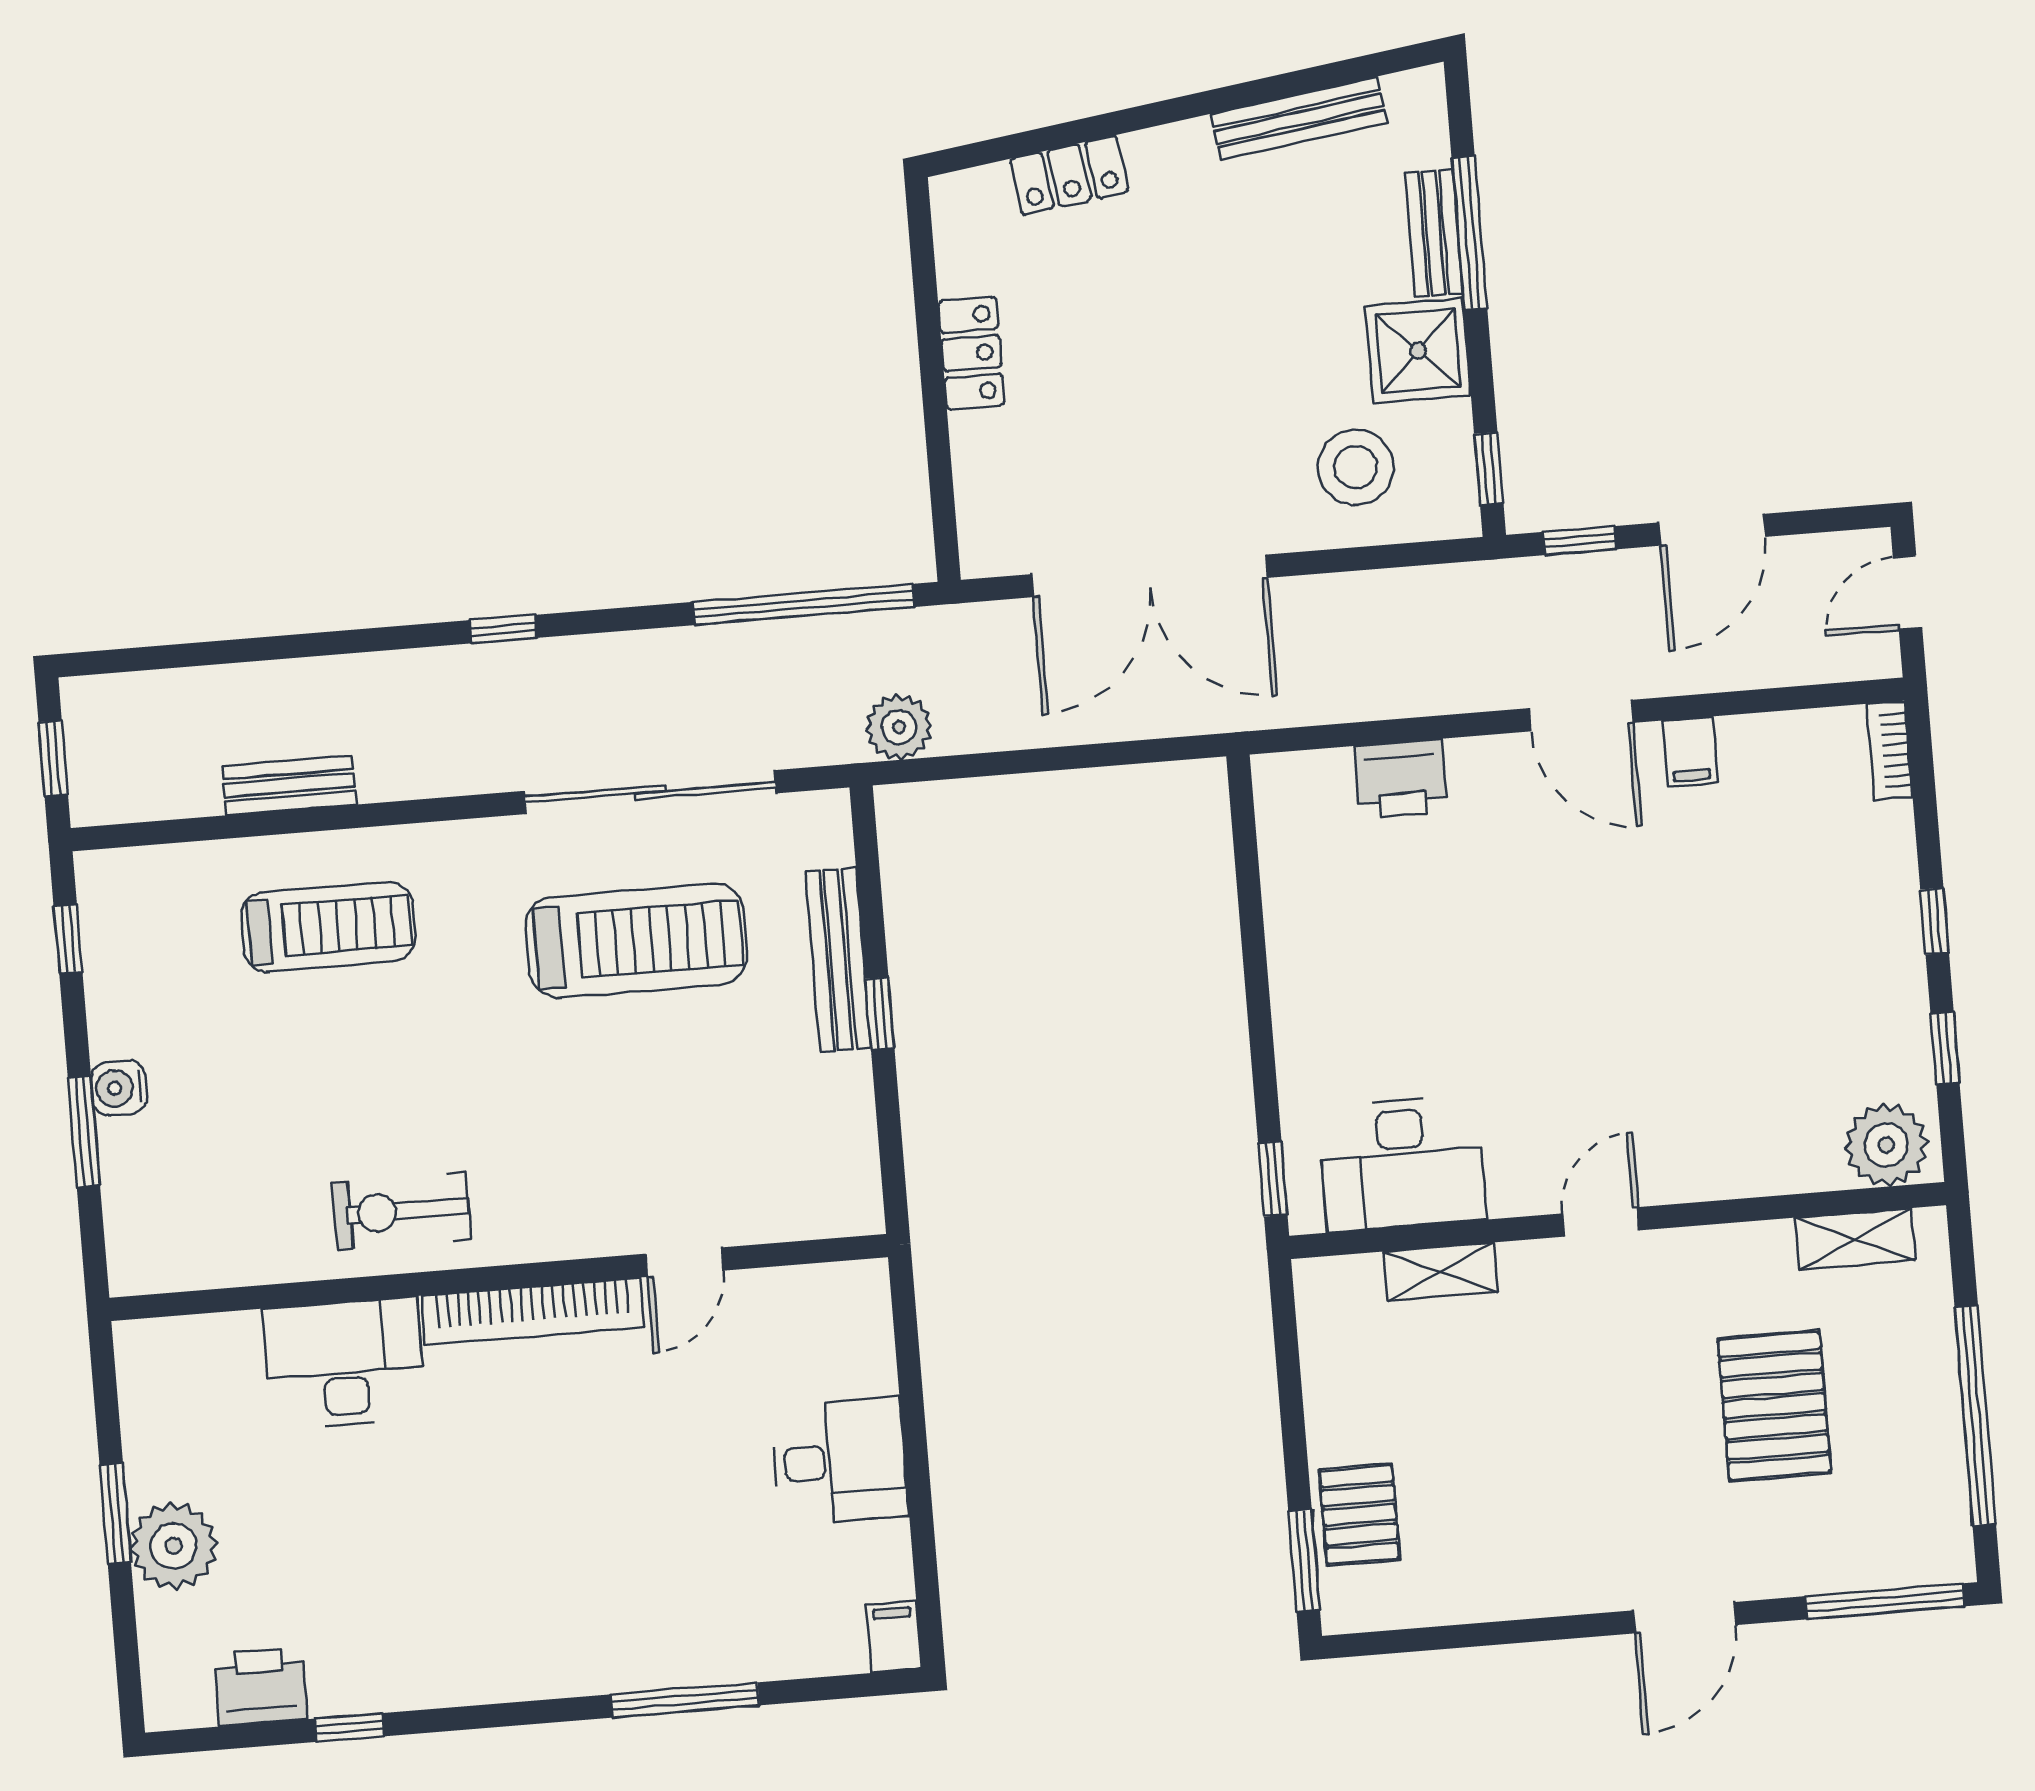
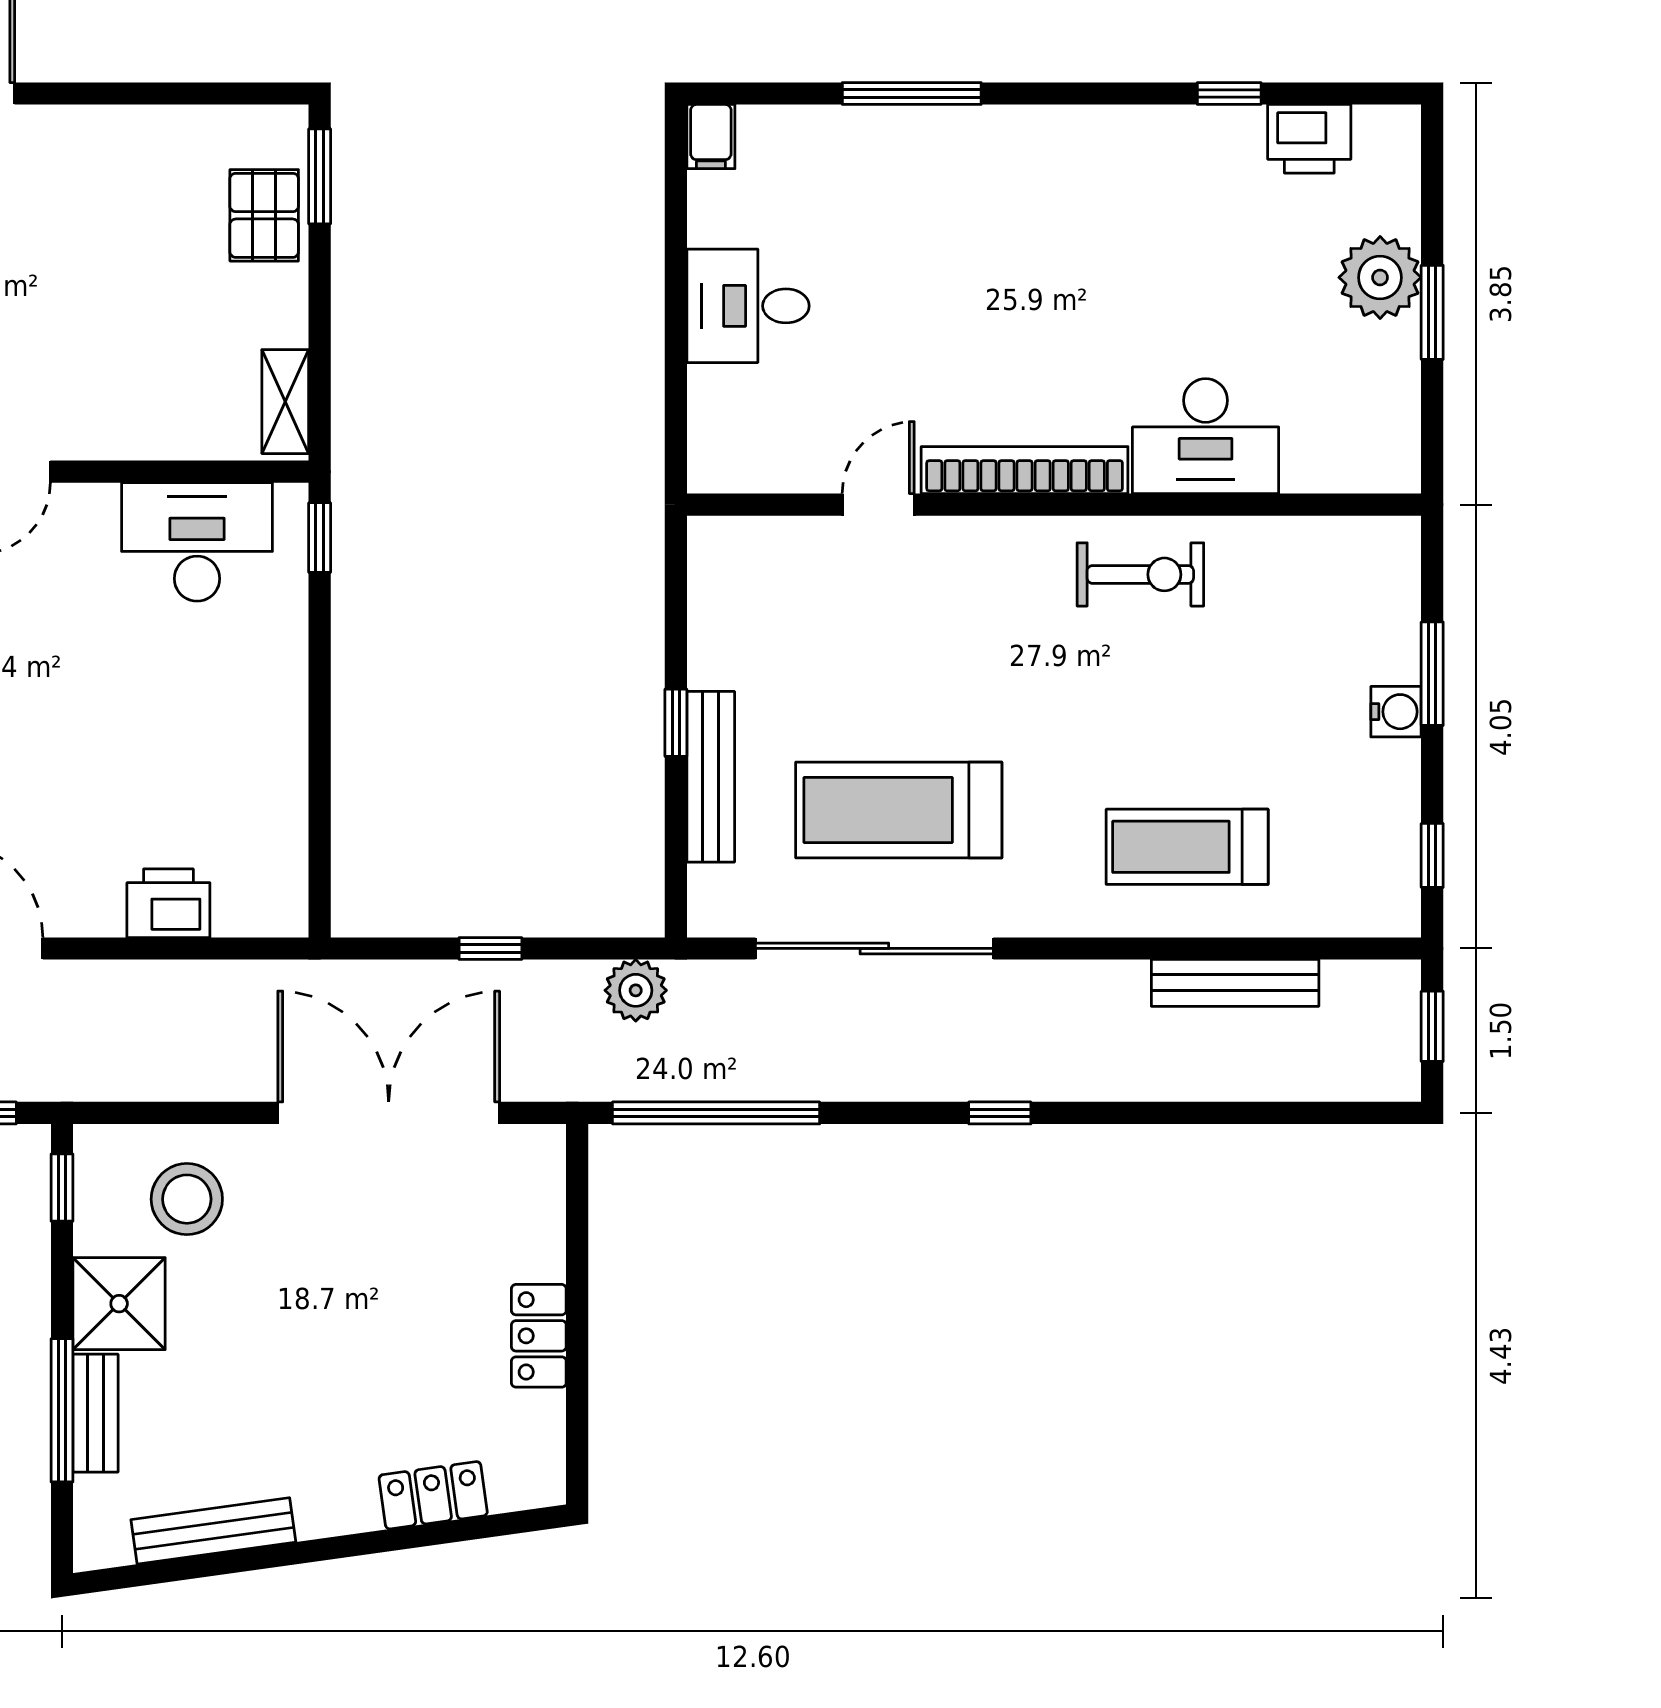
window: (1056, 759) -> (490, 948), added
bench: (289, 785) -> (1235, 983), width x1.36
shelving: (1441, 1272) -> (285, 402), moved, turned 90

